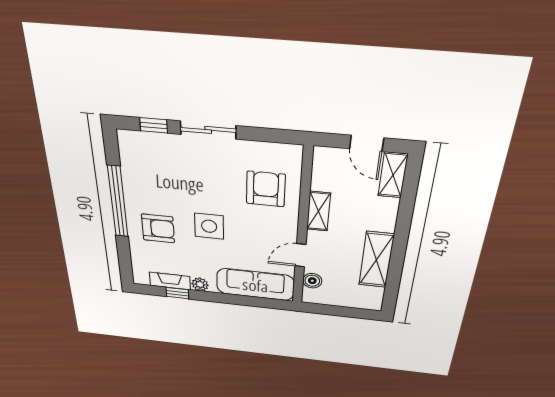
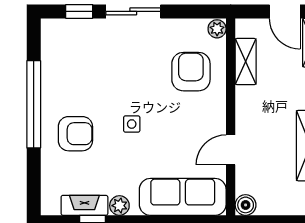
plant: (294, 154) -> (217, 29), added
shelving: (319, 211) -> (246, 62), moved
side table: (209, 226) -> (132, 124), width x0.54, depth x0.54
boiler: (312, 281) -> (246, 205), moved

